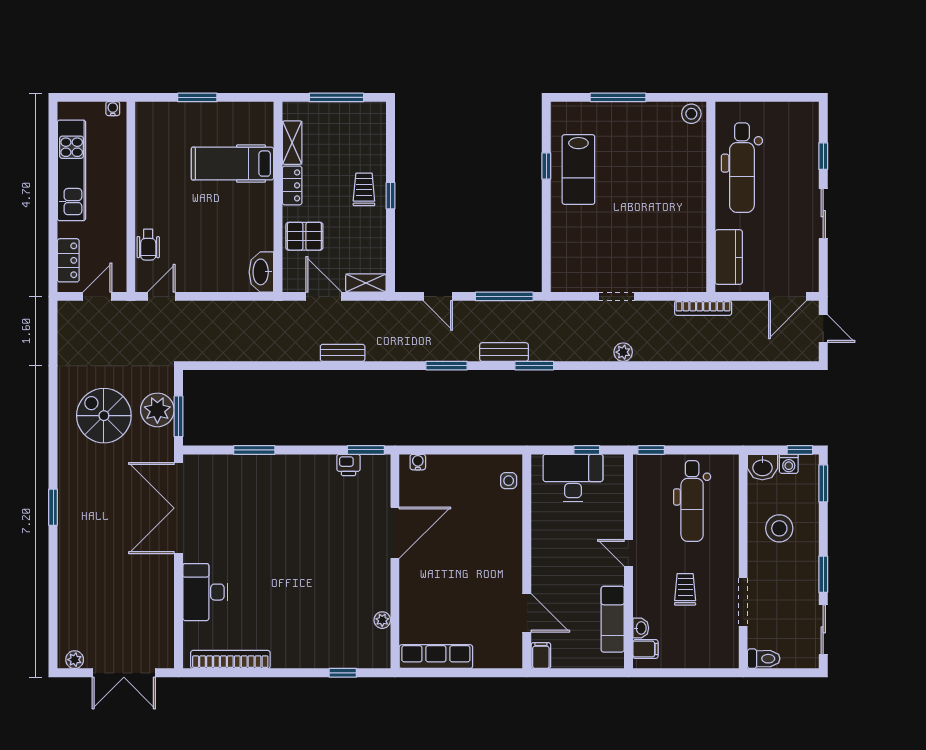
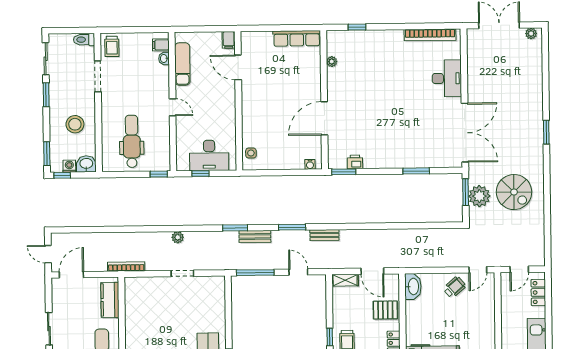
wheelchair: (148, 245) -> (455, 287), moved, turned 49
bench: (343, 353) -> (324, 235), moved
trolley: (685, 589) -> (112, 46), moved

